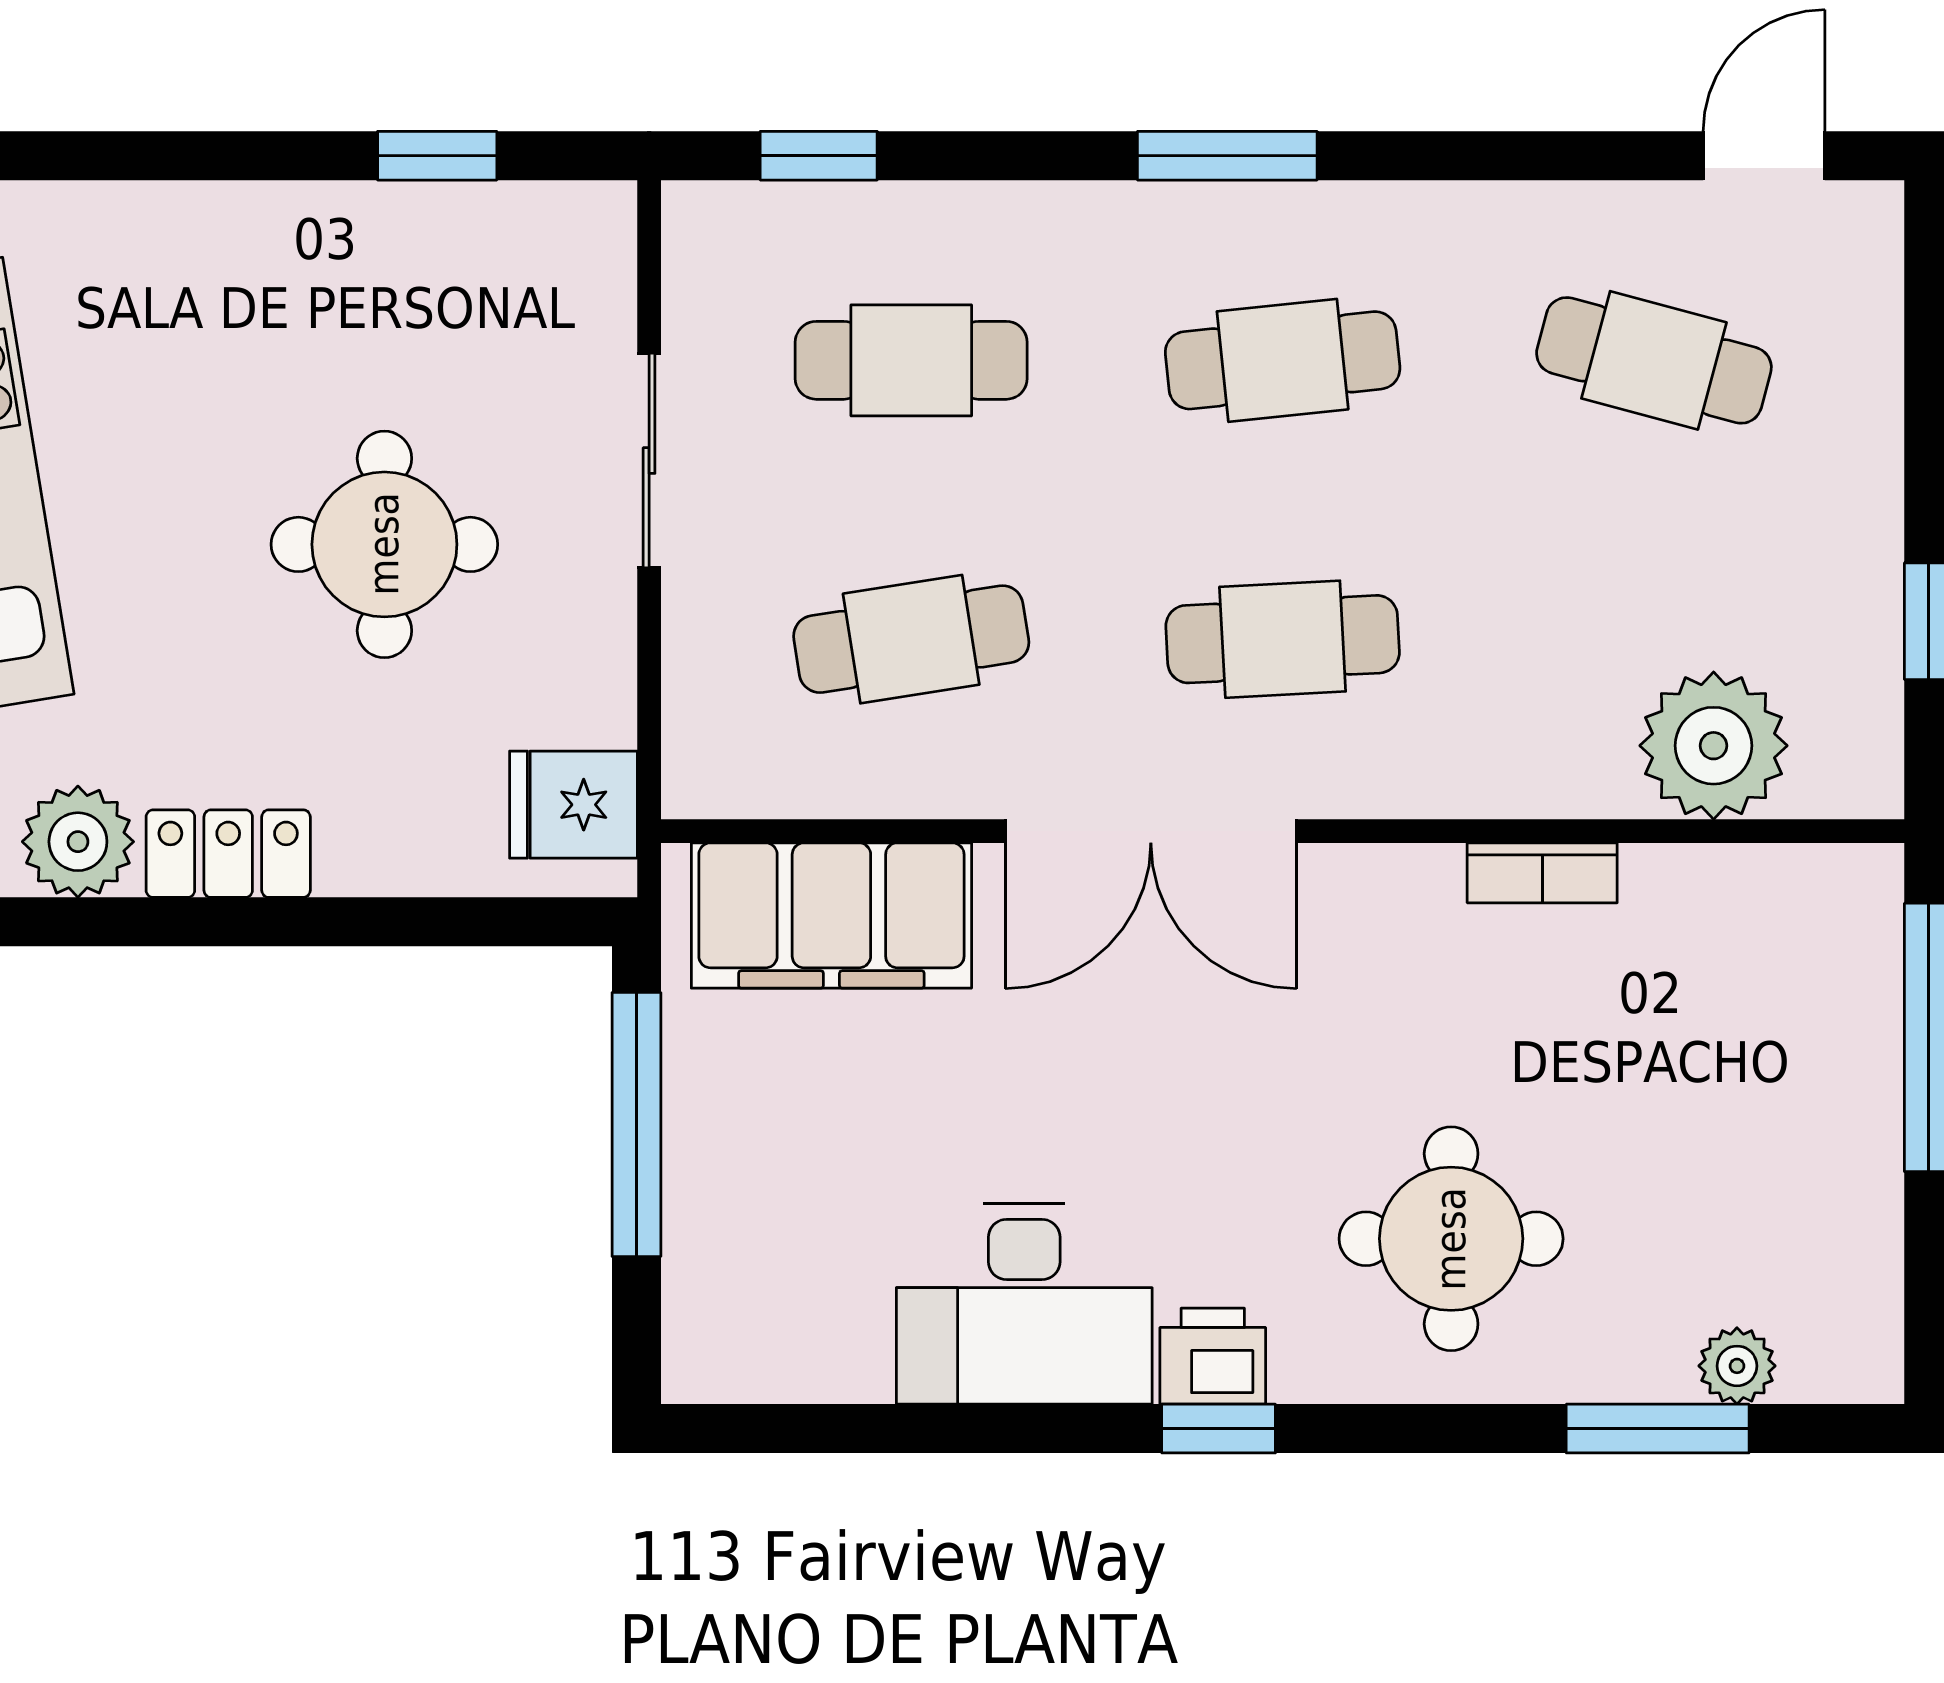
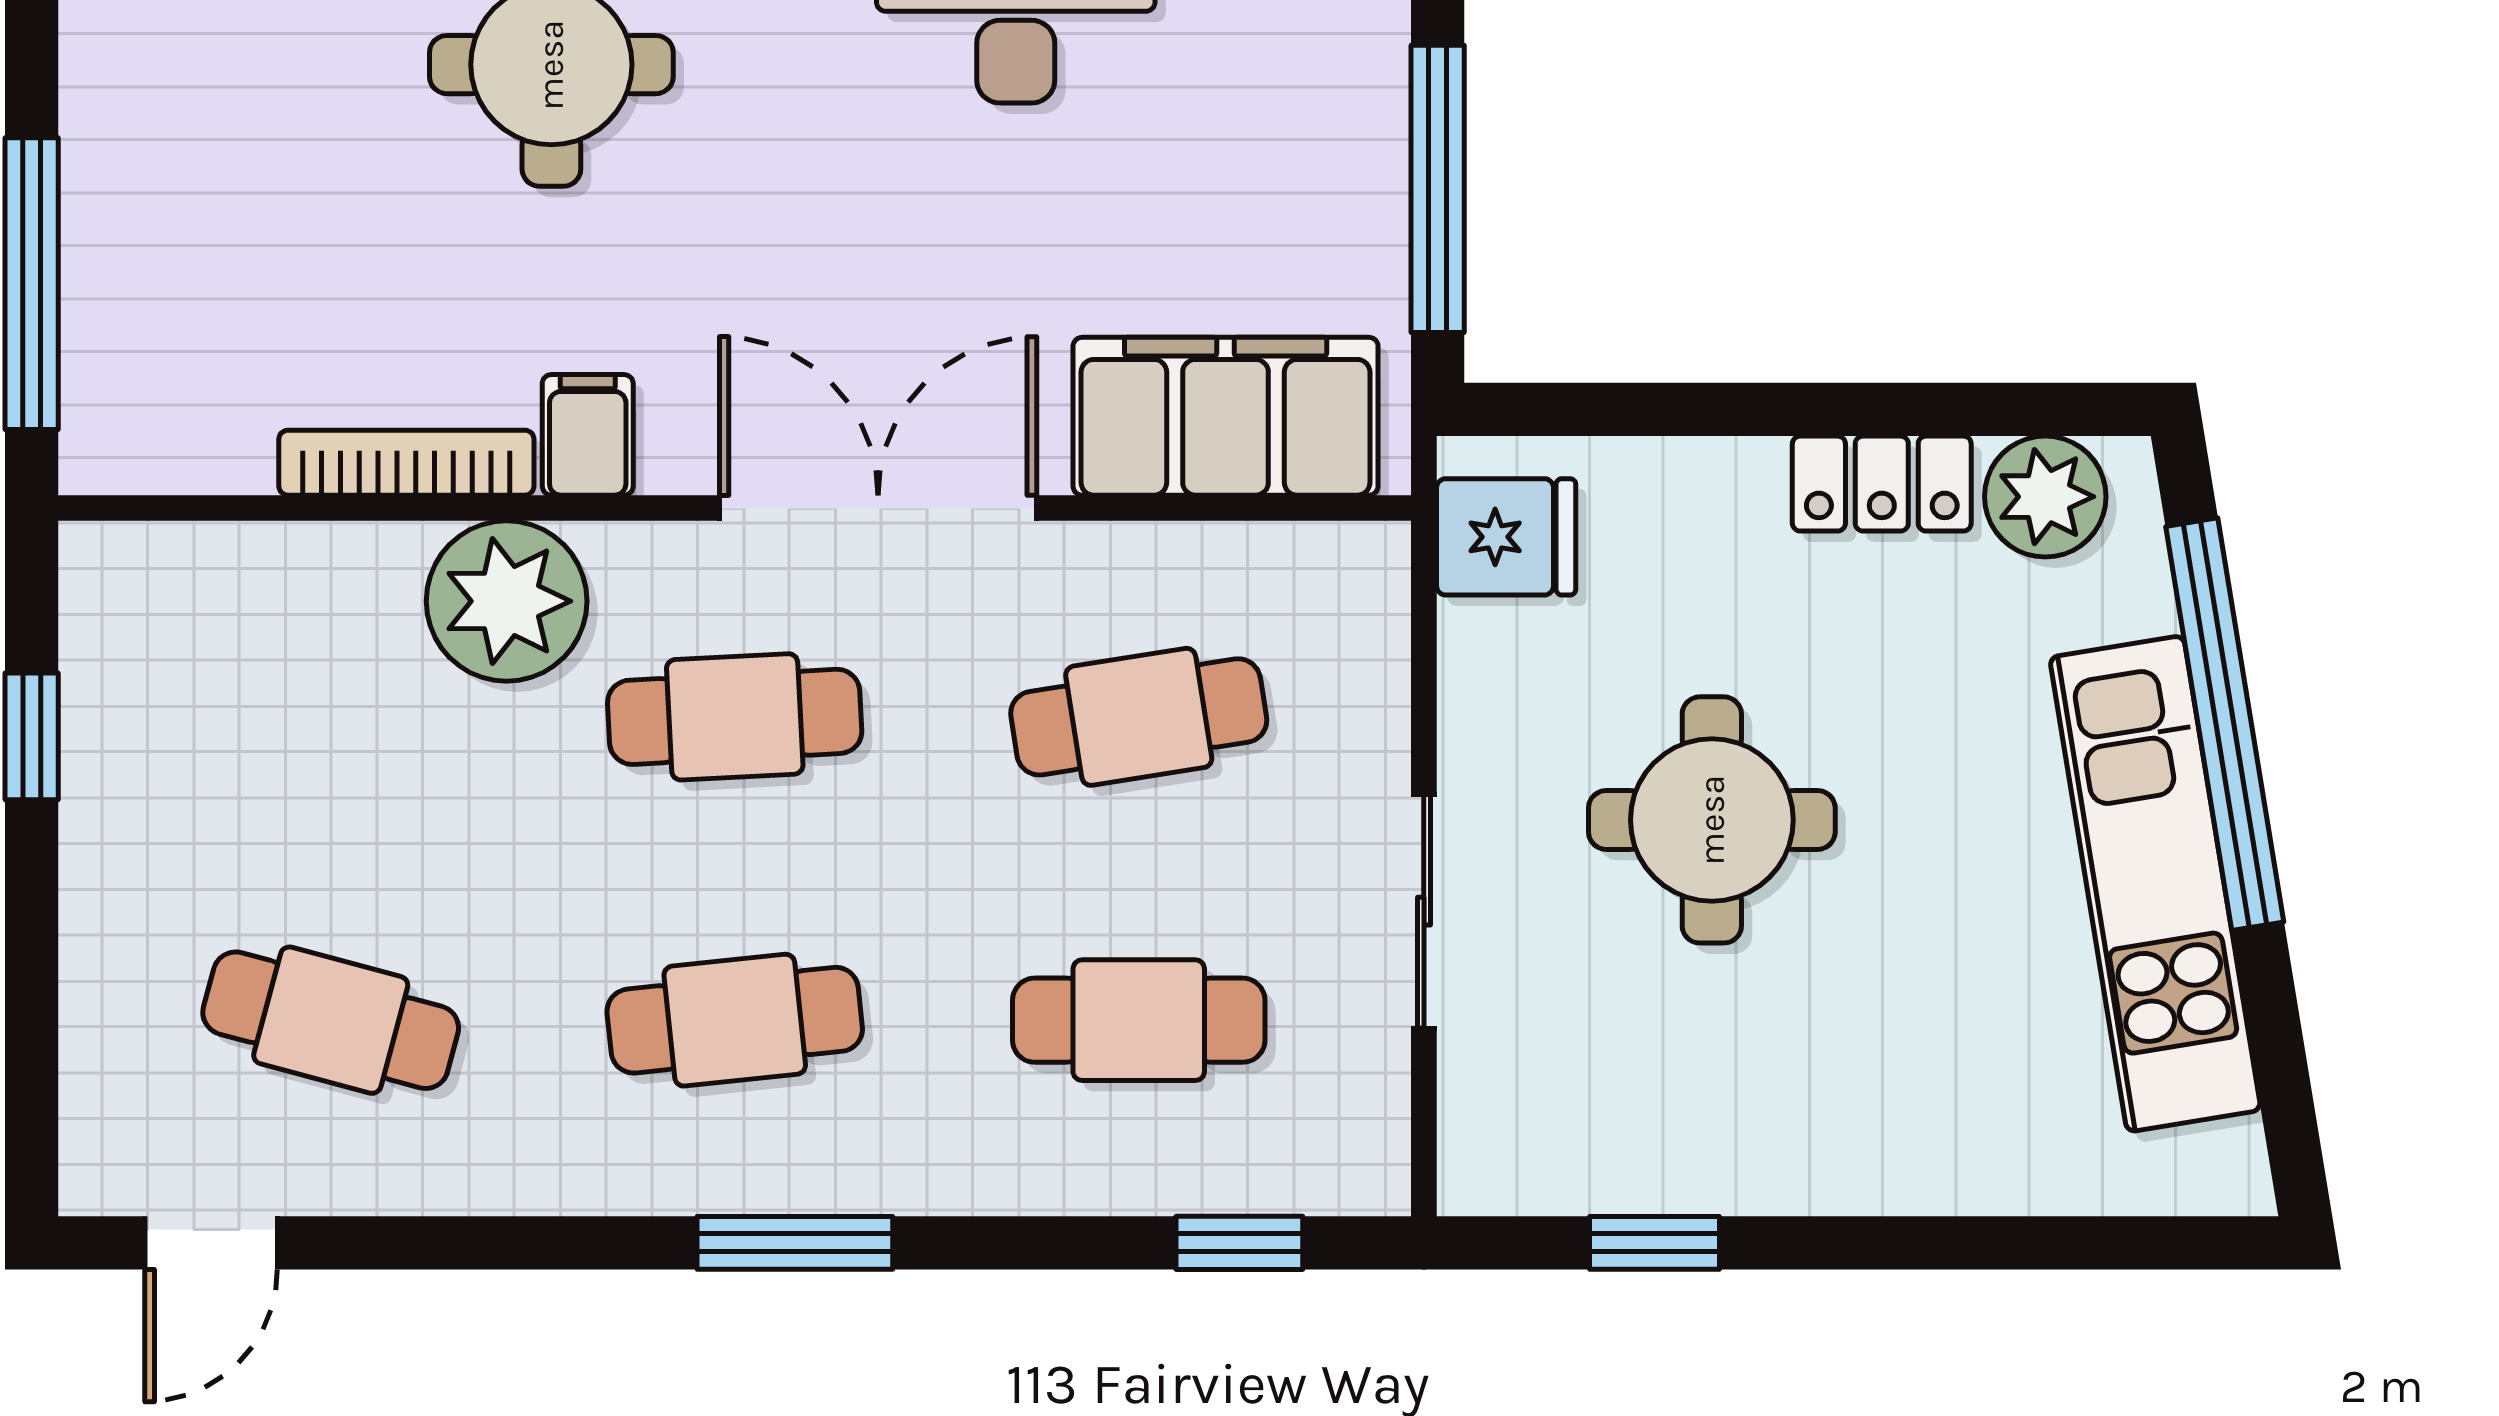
plant: (1714, 746) -> (507, 601), moved
bookcase: (1542, 873) -> (406, 463), width x1.56
filing cabinet: (1418, 898) -> (588, 435), added

